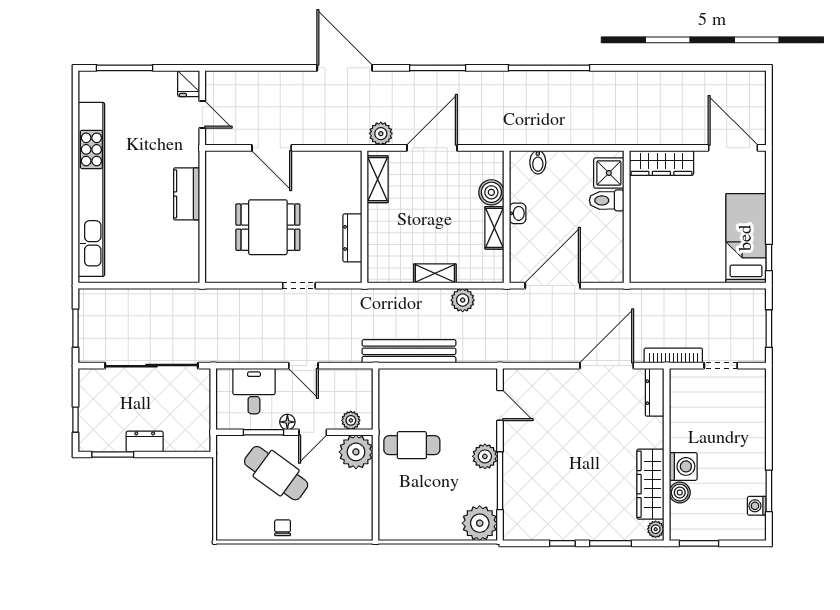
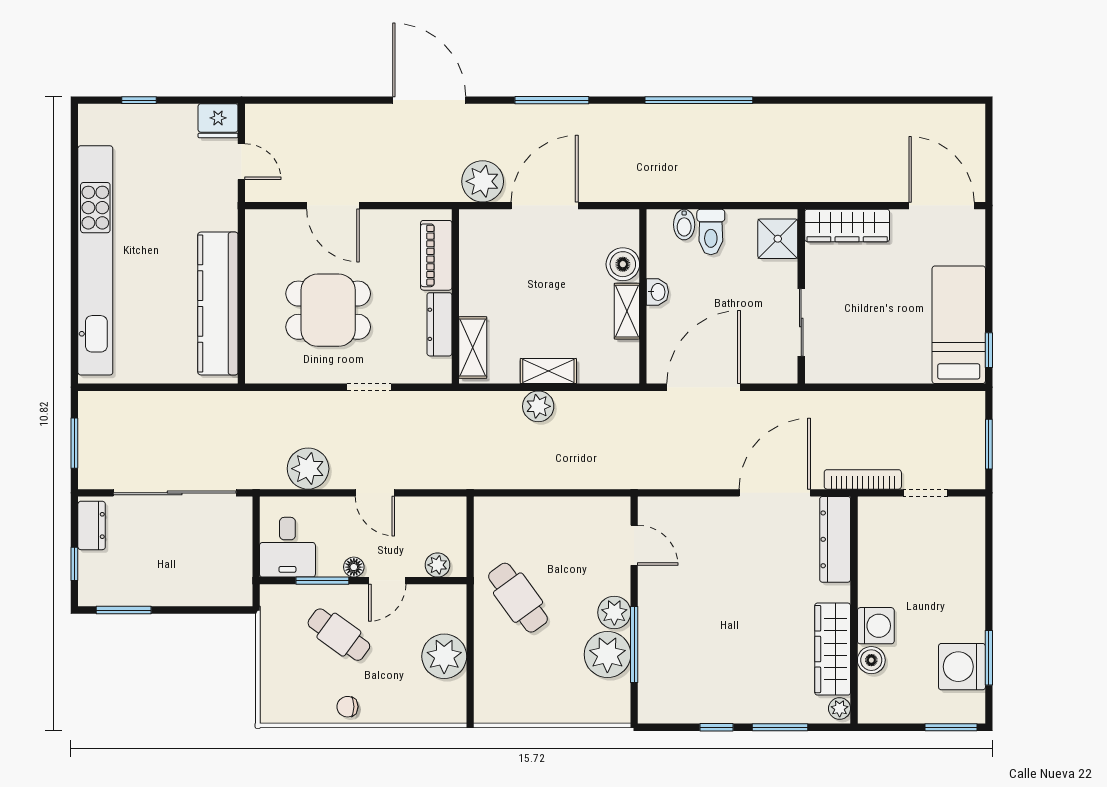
window: (124, 68) -> (139, 100), width x0.46
fridge: (189, 84) -> (218, 121), width x1.38
plant: (381, 134) -> (483, 181), width x1.36, depth x1.36
shelving: (378, 179) -> (473, 348), moved
piano: (350, 186) -> (436, 255), added
kitchen counter: (187, 194) -> (218, 303), width x2.08, depth x1.17
toilet: (607, 200) -> (711, 232), moved, turned -90
sliding door: (627, 237) -> (801, 323), added
plant: (463, 300) -> (538, 406), moved
plant: (253, 347) -> (308, 469), added
bench: (409, 351) -> (514, 474), removed
desk: (254, 391) -> (287, 547), moved, turned 180
dresser: (655, 392) -> (835, 539), width x1.37, depth x1.24
dresser: (145, 442) -> (92, 525), moved, turned 90
cafe table: (412, 445) -> (518, 598), turned 54
plant: (356, 452) -> (444, 656), moved
cafe table: (276, 473) -> (339, 635), width x0.73, depth x0.74
washing machine: (757, 506) -> (962, 667), width x1.89, depth x1.89
plant: (480, 523) -> (607, 654), moved
chair: (283, 528) -> (347, 707), turned -90
window: (699, 543) -> (951, 727), moved

